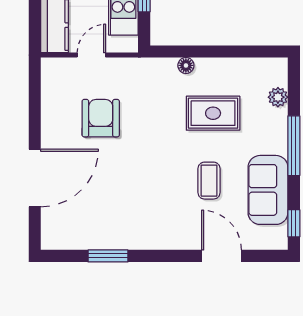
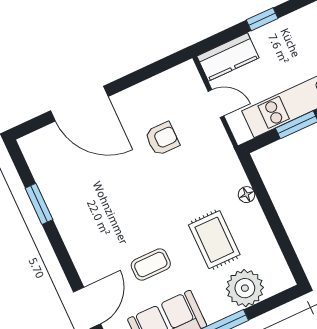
plant: (278, 97) -> (245, 288), width x1.88, depth x1.88
armchair: (101, 118) -> (162, 139), width x0.72, depth x0.72

